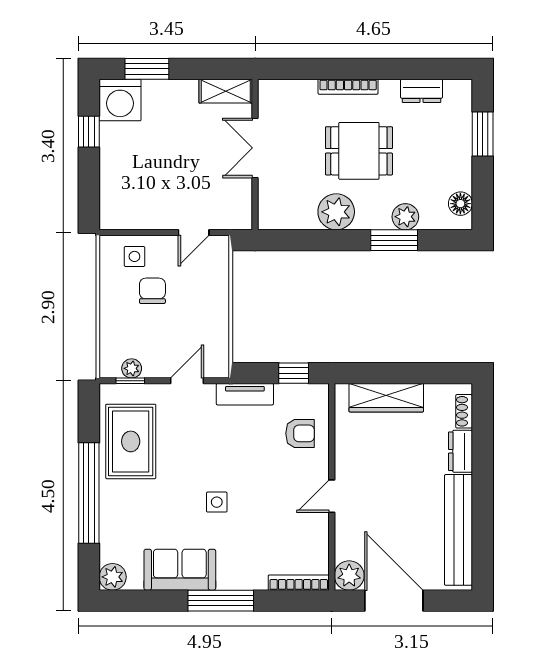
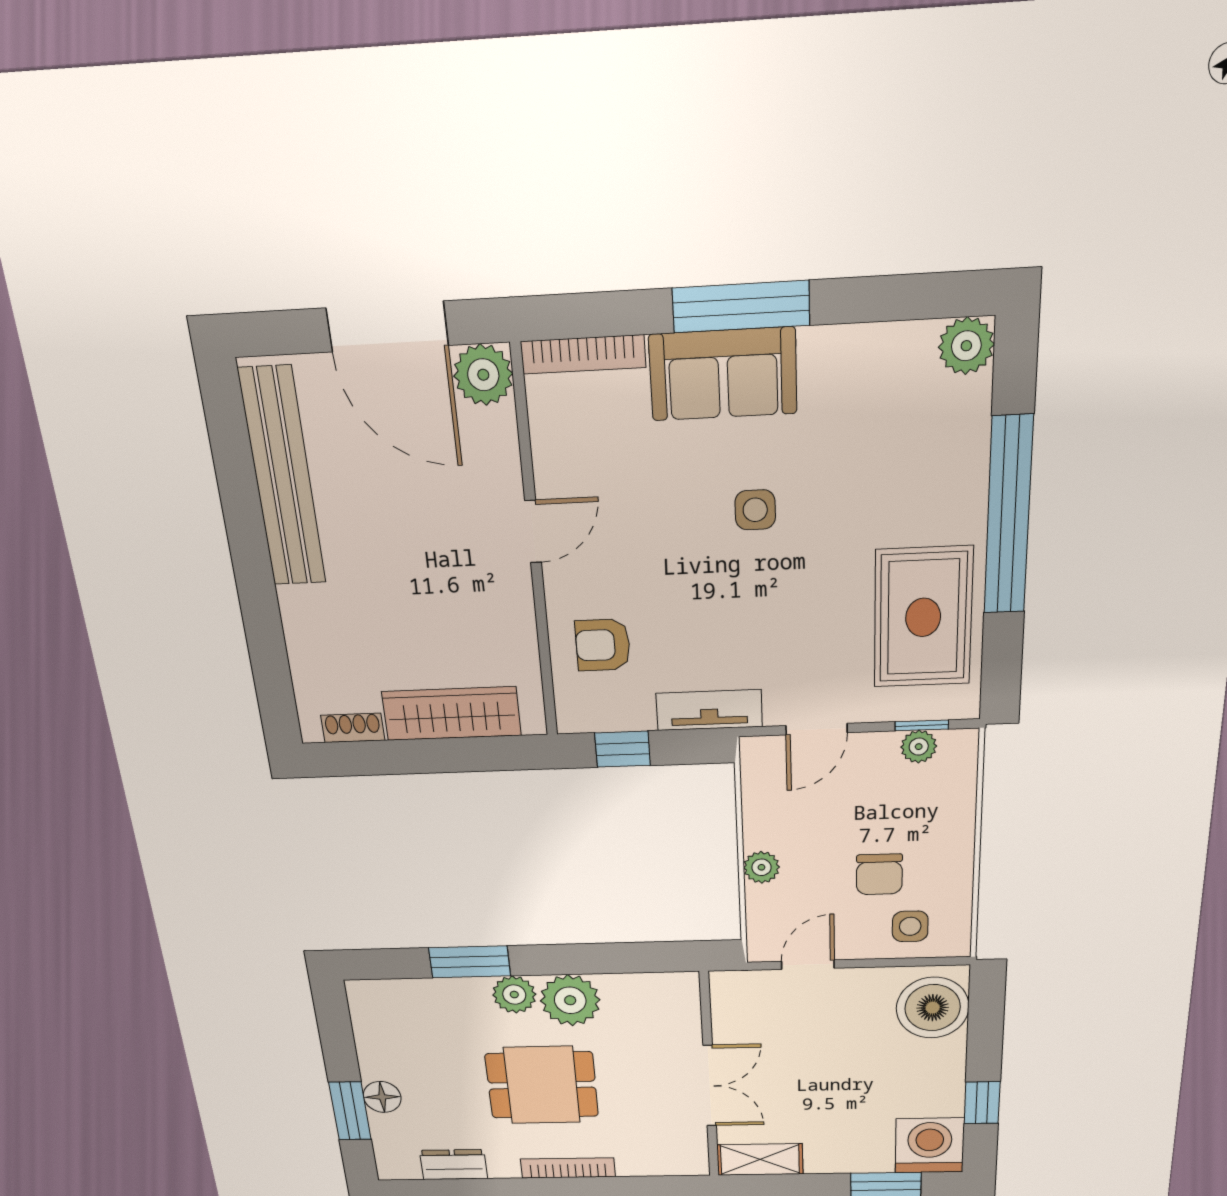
boiler: (120, 201) -> (933, 1008), added
floor lamp: (460, 204) -> (382, 1097), moved
plant: (405, 217) -> (514, 995), moved
plant: (219, 298) -> (761, 867), added
shoe rack: (464, 411) -> (353, 728), moved, turned -90
dresser: (460, 451) -> (303, 625), removed
sofa: (180, 570) -> (723, 374), moved

